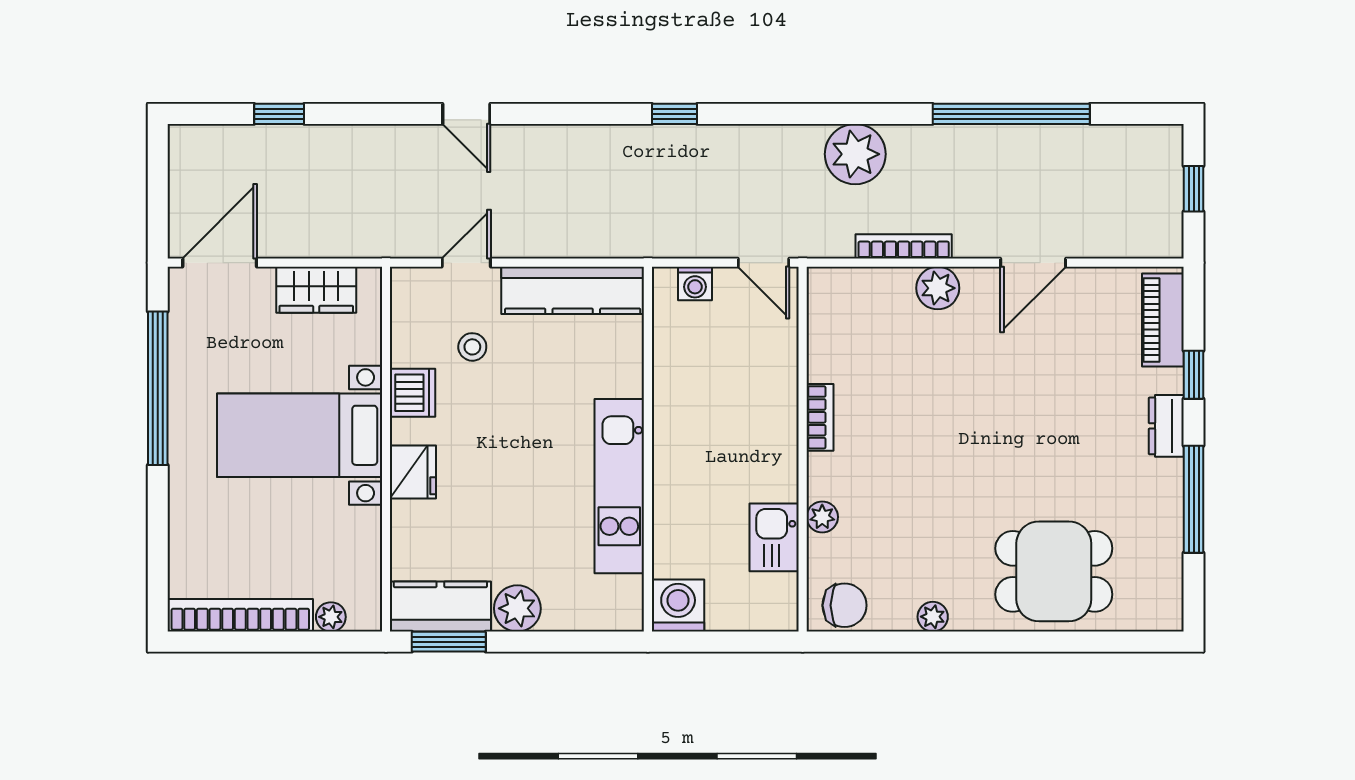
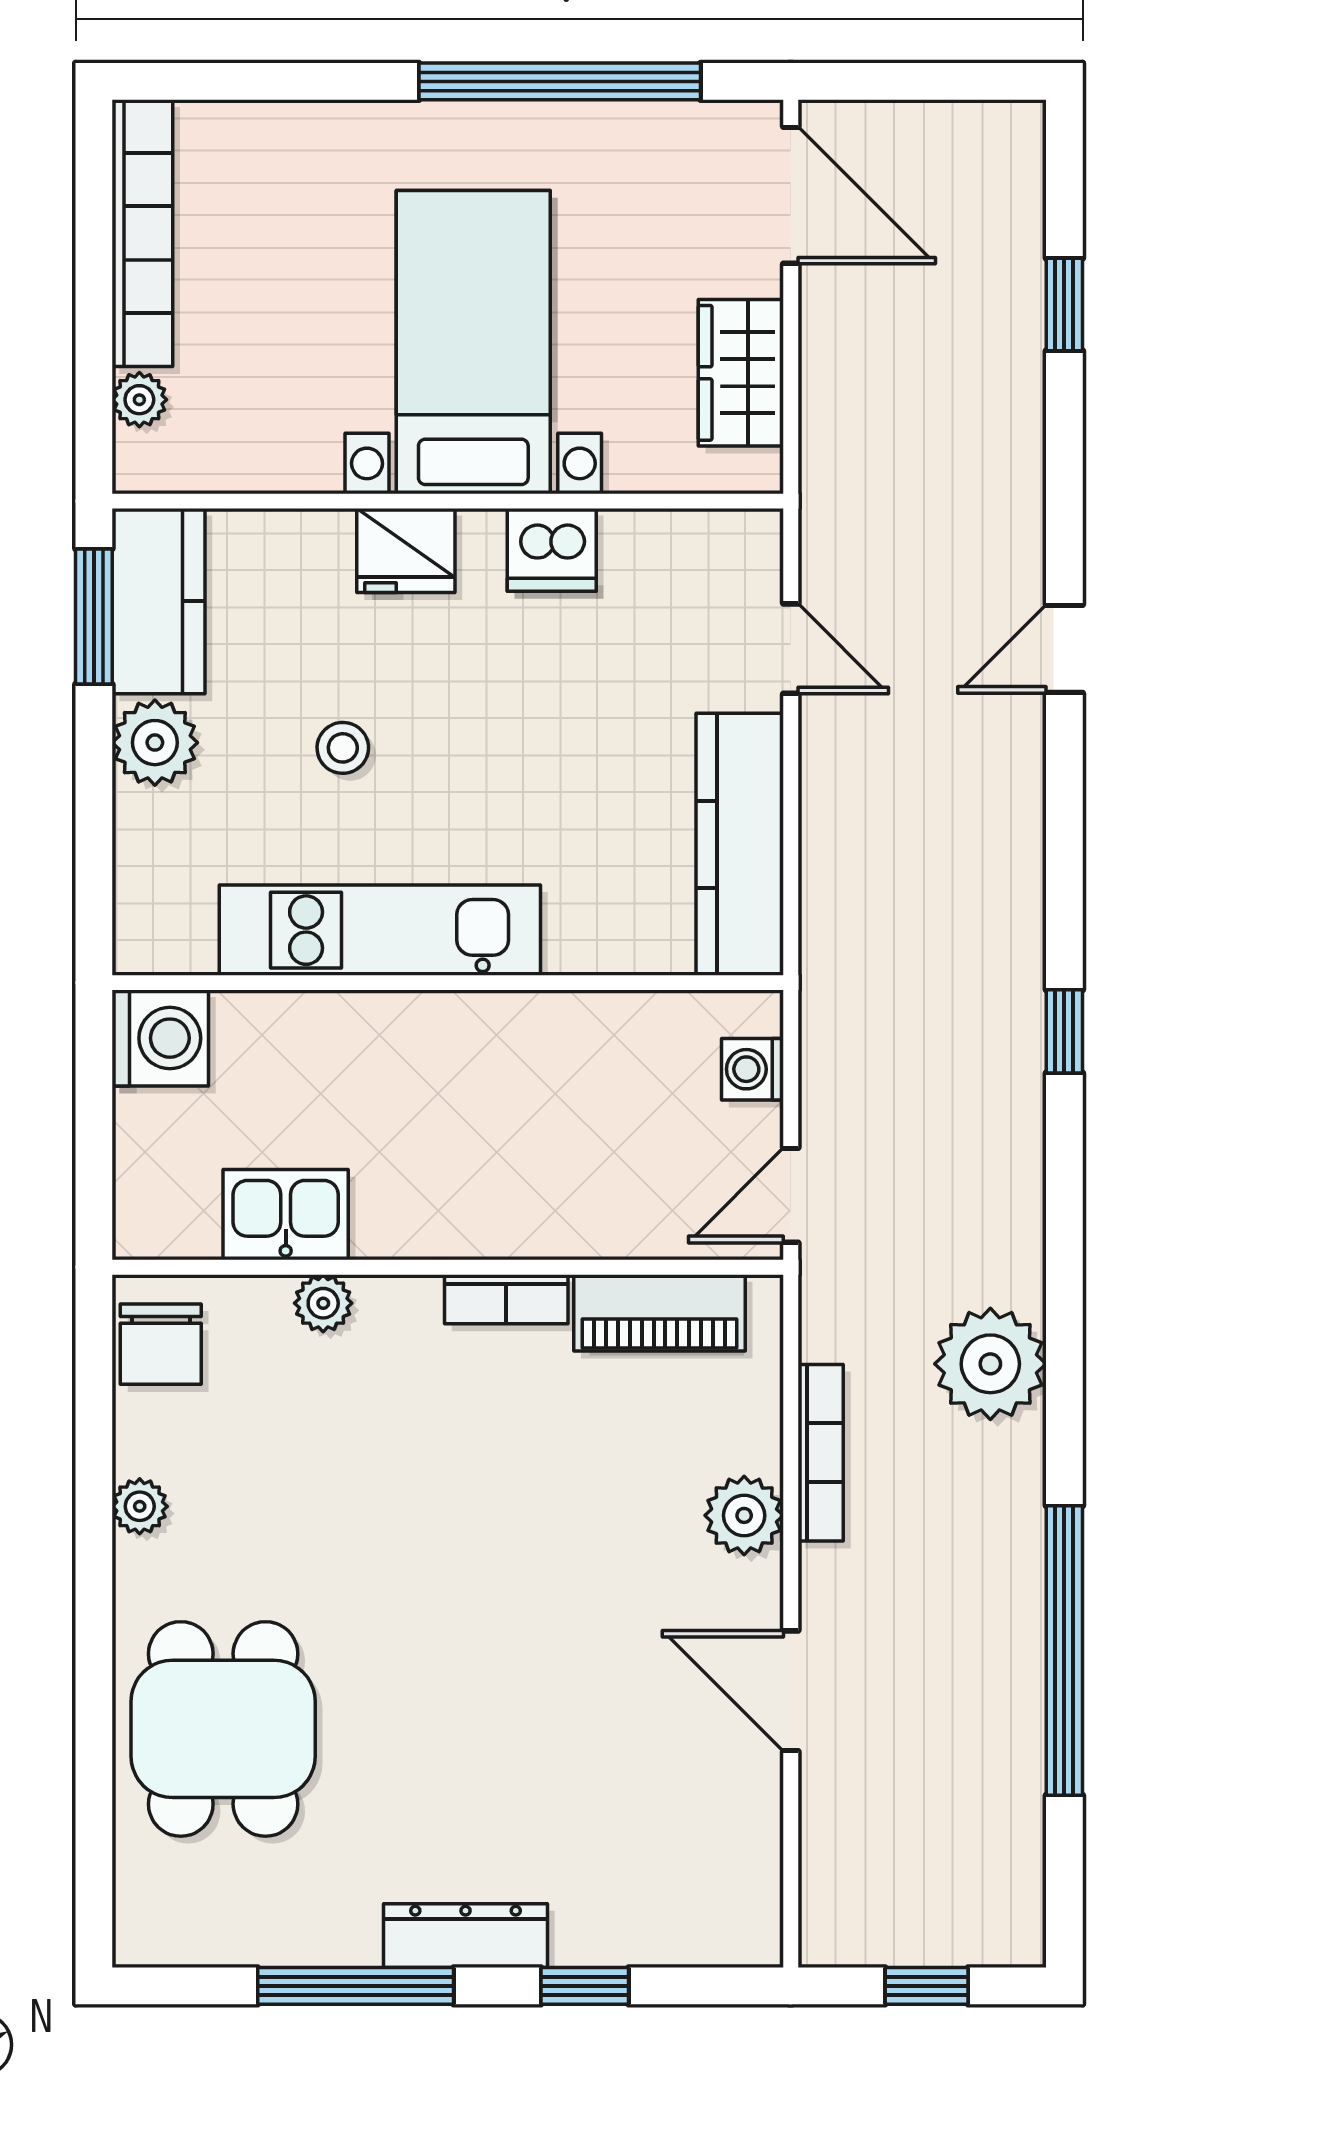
piano: (1163, 320) -> (659, 1313), moved, turned 180
stool: (472, 347) -> (343, 748), moved
dresser: (1166, 426) -> (466, 1936), width x1.44

